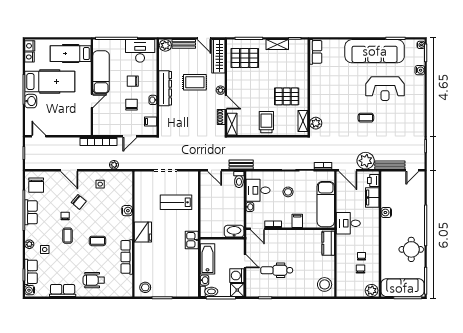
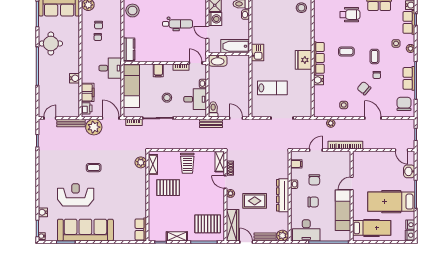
washbasin: (31, 101) -> (409, 171), moved
row of seats: (127, 257) -> (319, 58), moved
bathtub: (207, 259) -> (235, 46), moved, turned 90

